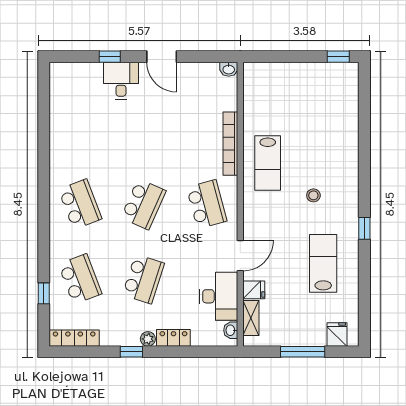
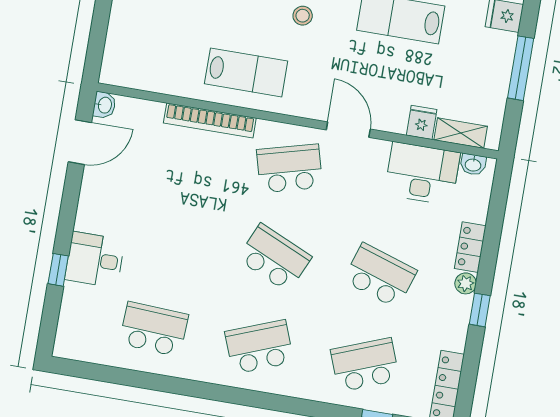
door: (162, 57) -> (80, 142), moved
school desk: (80, 129) -> (154, 329), added
door: (240, 256) -> (348, 130), moved

